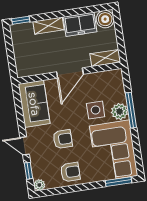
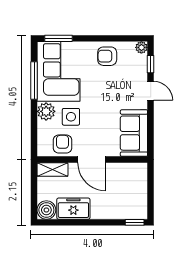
shelving: (48, 26) -> (107, 212), removed
door: (70, 73) -> (92, 160), swing flipped
window: (131, 110) -> (34, 81), moved
armchair: (63, 139) -> (63, 144), moved, turned 90

